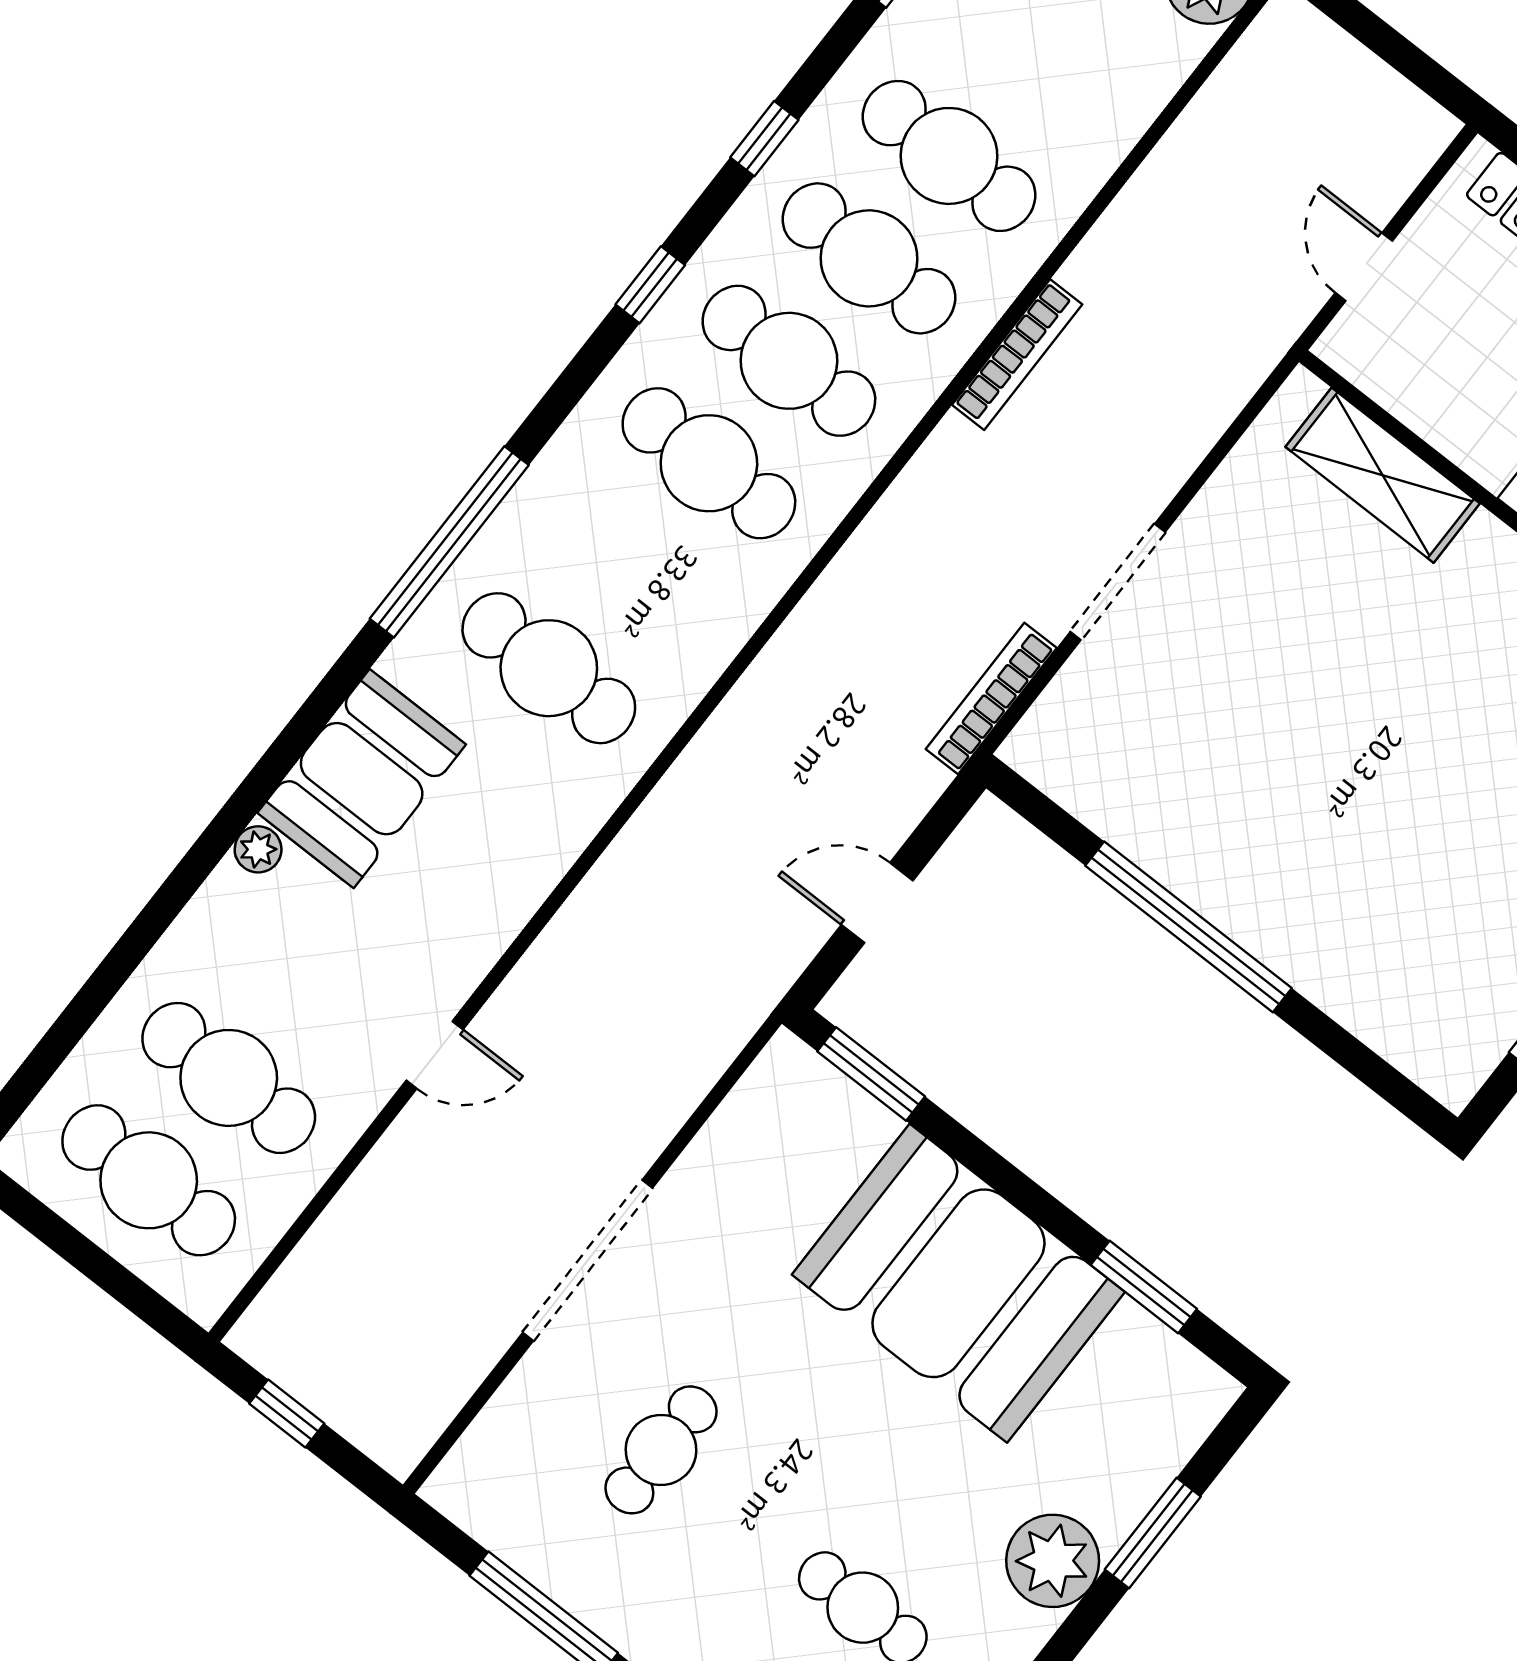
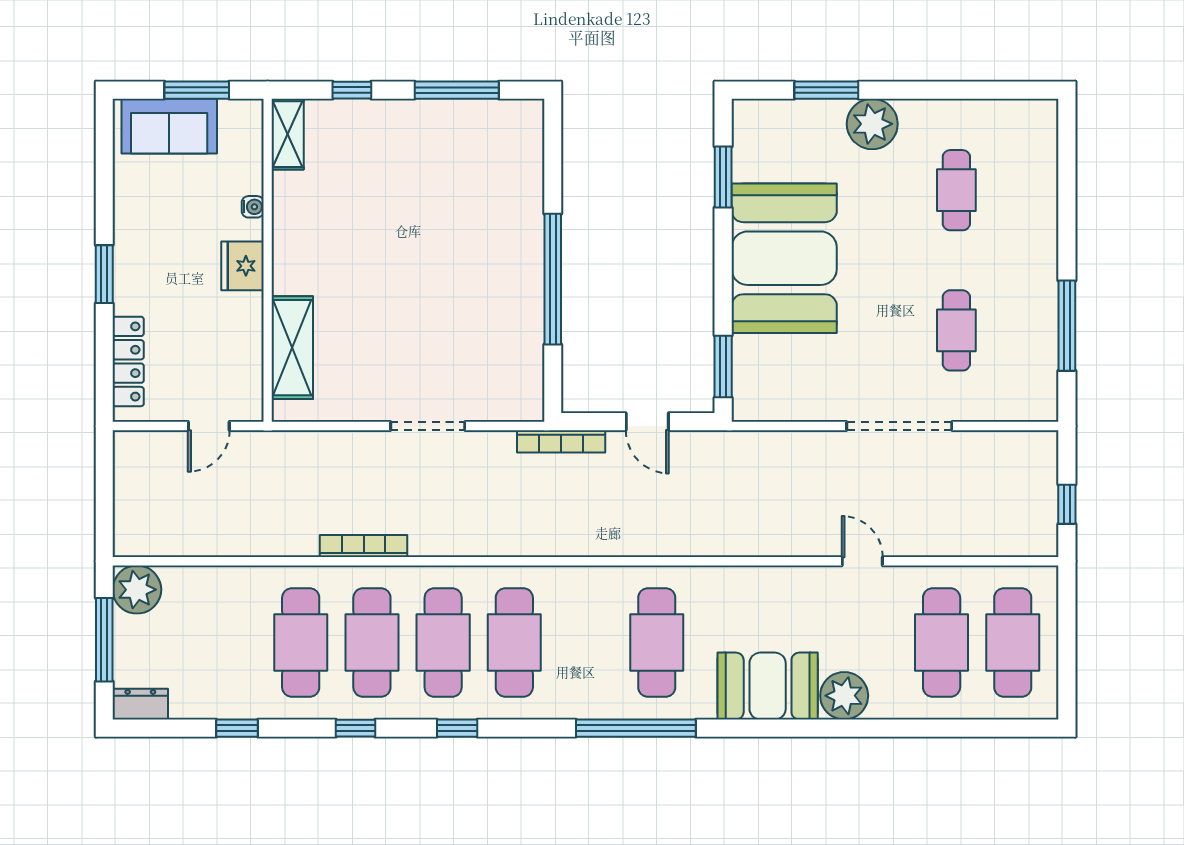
bookcase: (991, 698) -> (561, 441), moved
plant: (258, 849) -> (844, 696), width x1.88, depth x1.88
cafe table: (661, 1450) -> (956, 330), turned 90

